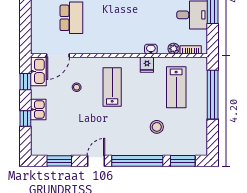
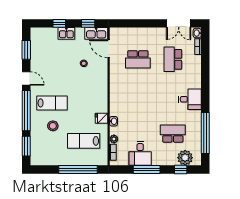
lab bench: (112, 87) -> (52, 103), moved

